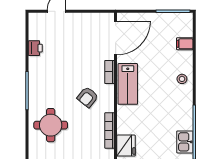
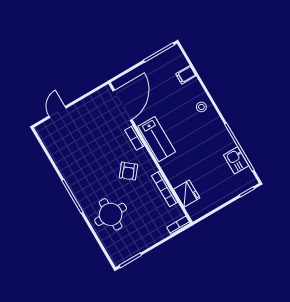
printer: (35, 48) -> (58, 155), removed

